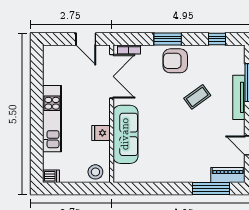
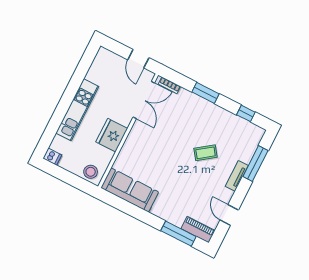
armchair: (175, 61) -> (202, 114), removed
tv unit: (239, 97) -> (237, 176), width x0.71
fridge: (101, 133) -> (112, 135), width x1.88, depth x1.34
sofa: (125, 134) -> (130, 190), moved, turned -90

